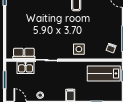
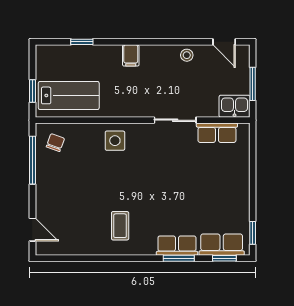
kitchen sink: (25, 68) -> (235, 106), moved

